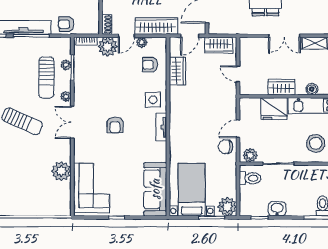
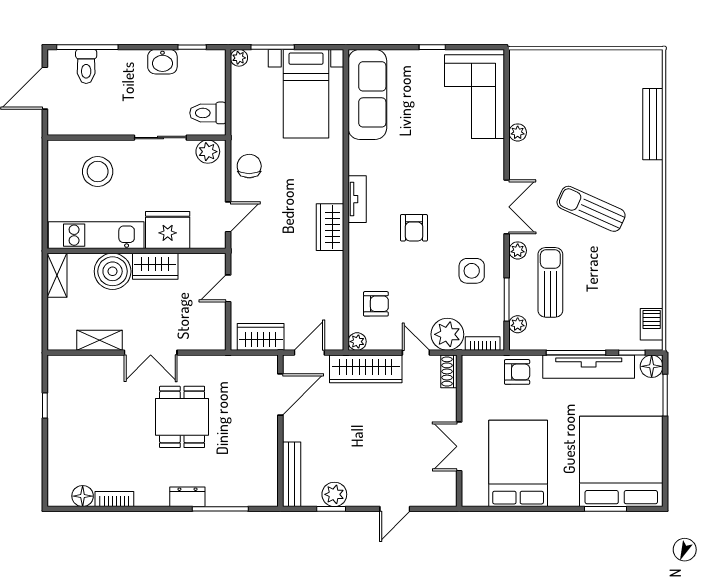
door: (126, 36) -> (416, 353), hinge flipped
double door: (284, 36) -> (151, 353), swing flipped
plant: (142, 42) -> (357, 342), moved
plant: (66, 65) -> (518, 324), moved
wardrobe: (177, 71) -> (330, 227), moved
door: (238, 74) -> (228, 288), swing flipped
boiler: (312, 89) -> (113, 271), width x1.86, depth x1.86
side table: (153, 100) -> (472, 271), moved
armchair: (115, 125) -> (414, 228), moved, turned 180
door: (238, 129) -> (228, 217), moved
chair: (226, 147) -> (249, 166), turned -95
plant: (61, 171) -> (518, 132), width x0.53, depth x0.53
plant: (227, 207) -> (239, 58), width x0.53, depth x0.53

